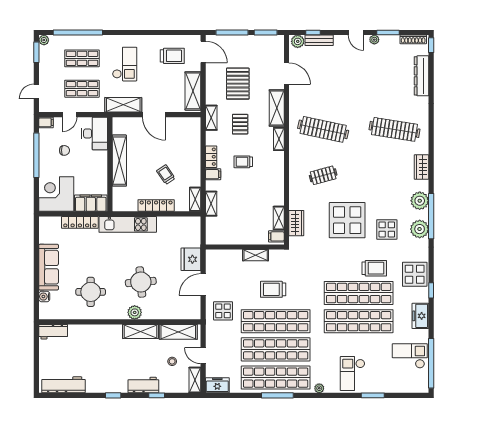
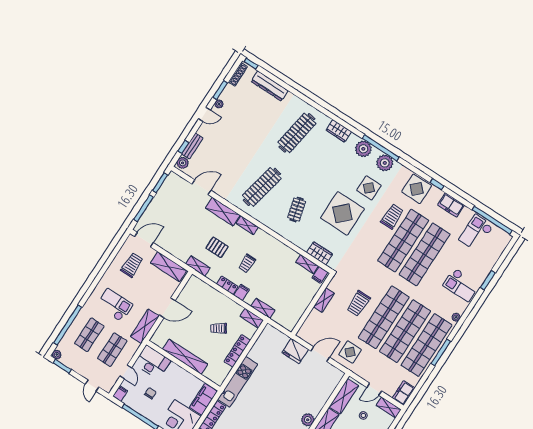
pallet: (238, 84) -> (185, 229), removed
round table: (141, 282) -> (288, 400), removed
door: (203, 285) -> (320, 354), swing flipped

